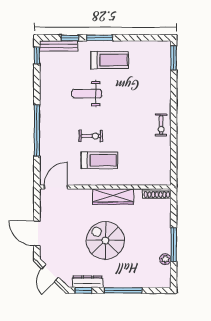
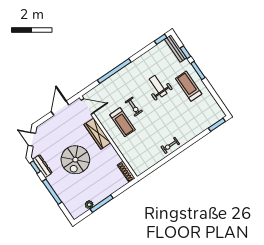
treadmill: (110, 60) -> (189, 86), turned 180
wardrobe: (113, 196) -> (97, 134), moved
door: (37, 233) -> (60, 108), moved
spiral stairs: (105, 240) -> (75, 160), turned 180
door: (50, 273) -> (32, 139), hinge flipped

